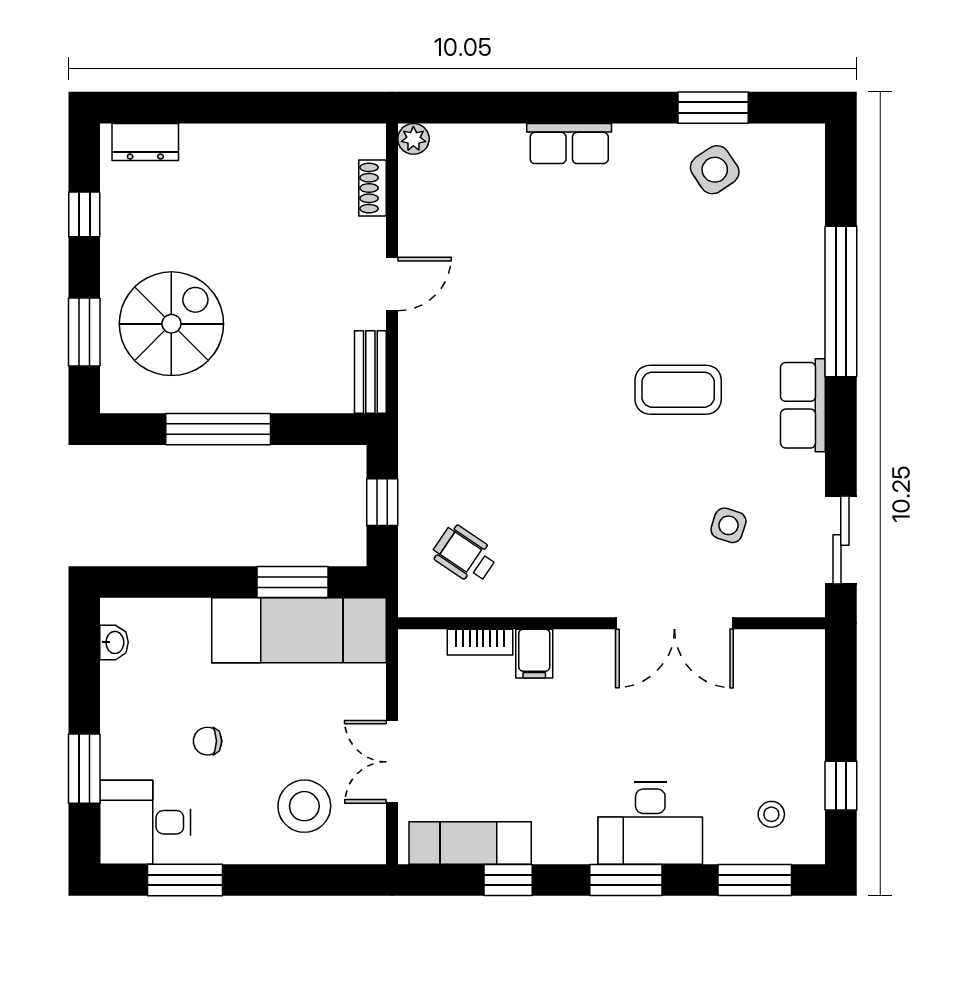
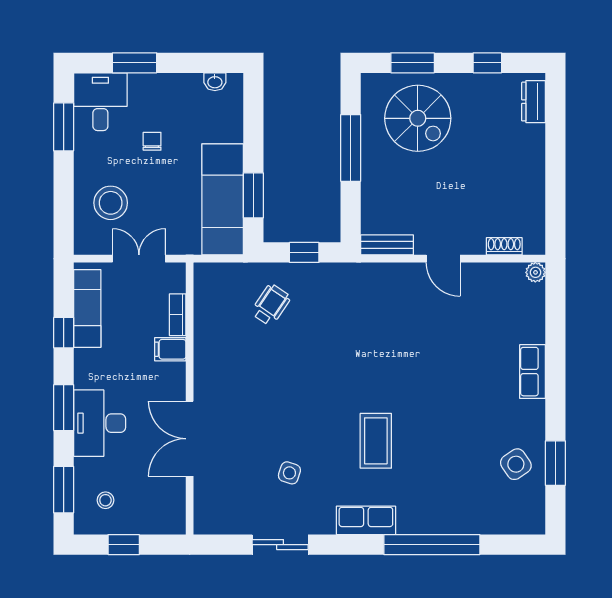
wall: (612, 623) -> (190, 398), moved
double door: (674, 623) -> (190, 439), moved
bookcase: (480, 642) -> (178, 315), moved
filing cabinet: (534, 654) -> (170, 349), moved

